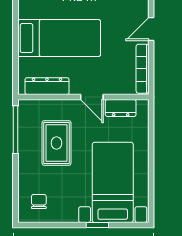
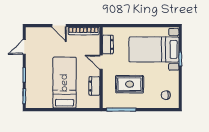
dresser: (47, 86) -> (94, 86), width x0.70
door: (92, 97) -> (101, 62), swing flipped

